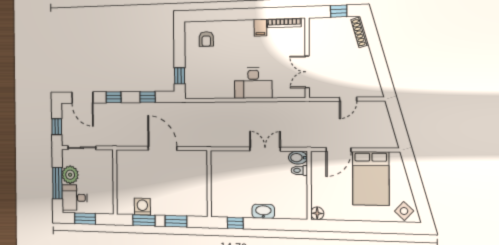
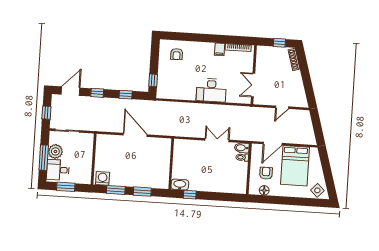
door: (82, 98) -> (71, 91), swing flipped
armchair: (332, 190) -> (266, 173), added
washing machine: (142, 207) -> (103, 178), moved
washbasin: (263, 211) -> (180, 185), moved
floor lamp: (317, 213) -> (264, 190), moved

